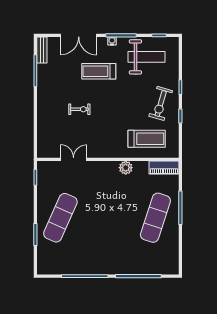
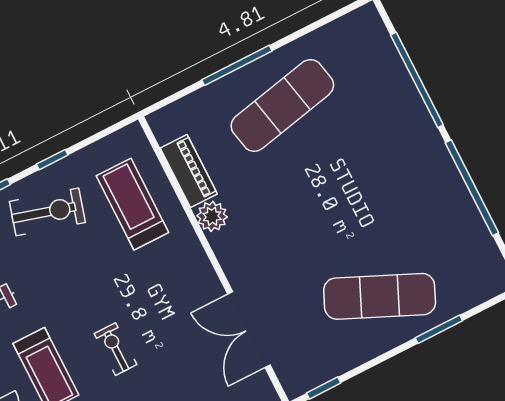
exercise bike: (79, 109) -> (116, 349), moved
double door: (74, 159) -> (249, 330), width x1.37
piano: (164, 168) -> (189, 171), moved
exercise mat: (155, 218) -> (282, 105), turned -30

